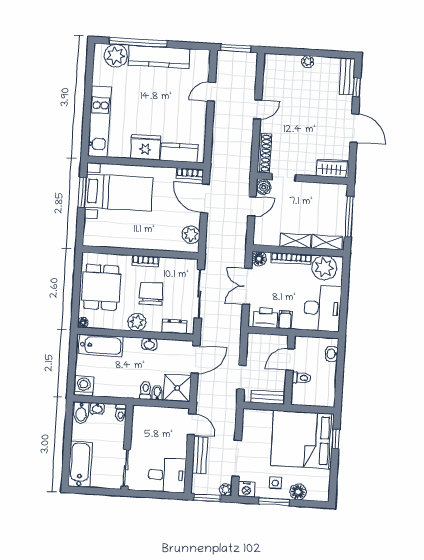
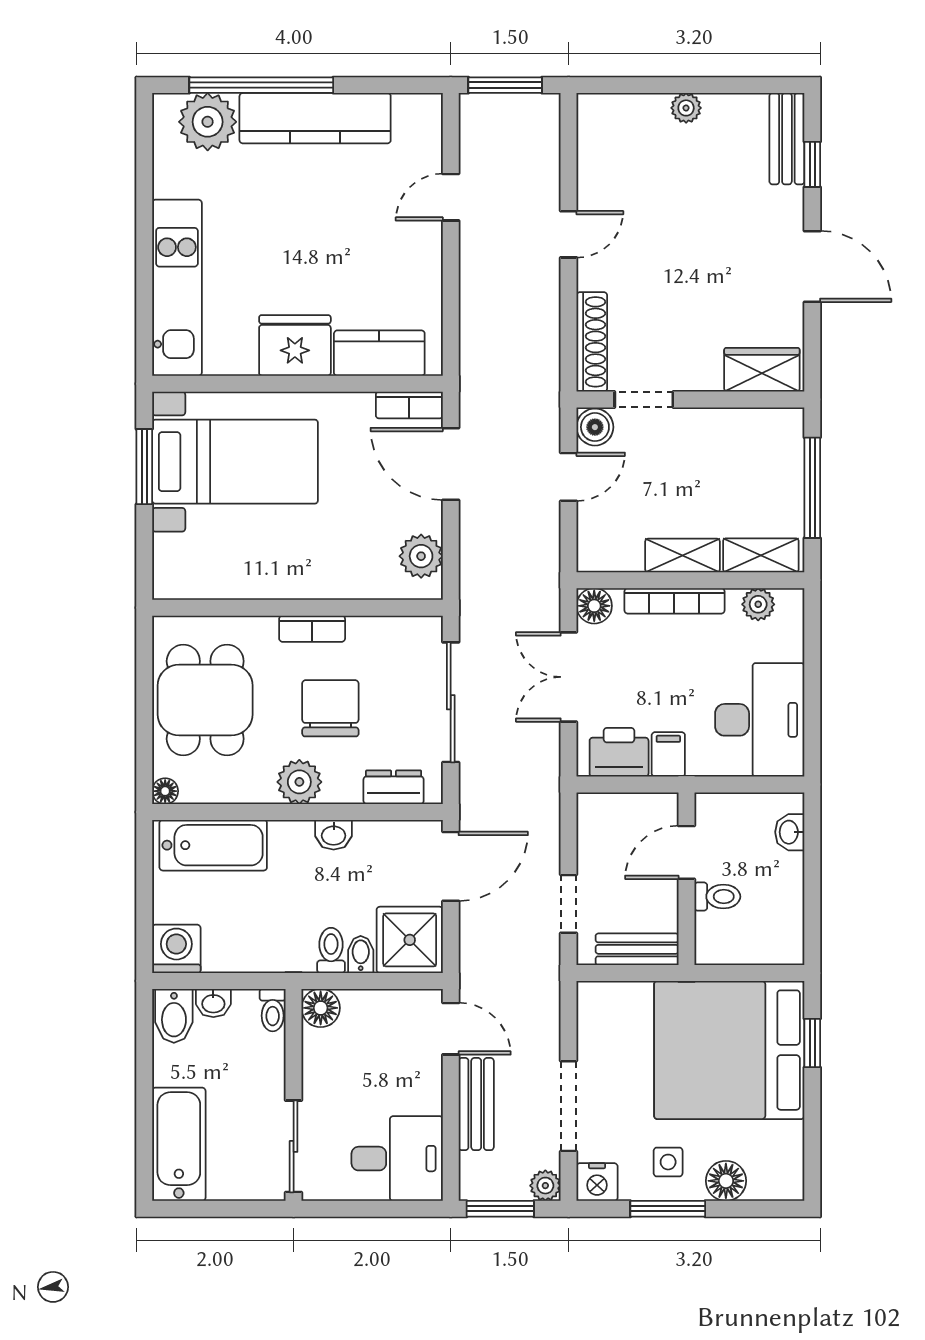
plant: (324, 268) -> (758, 604), width x0.53, depth x0.53
floor lamp: (140, 413) -> (321, 1008), added

